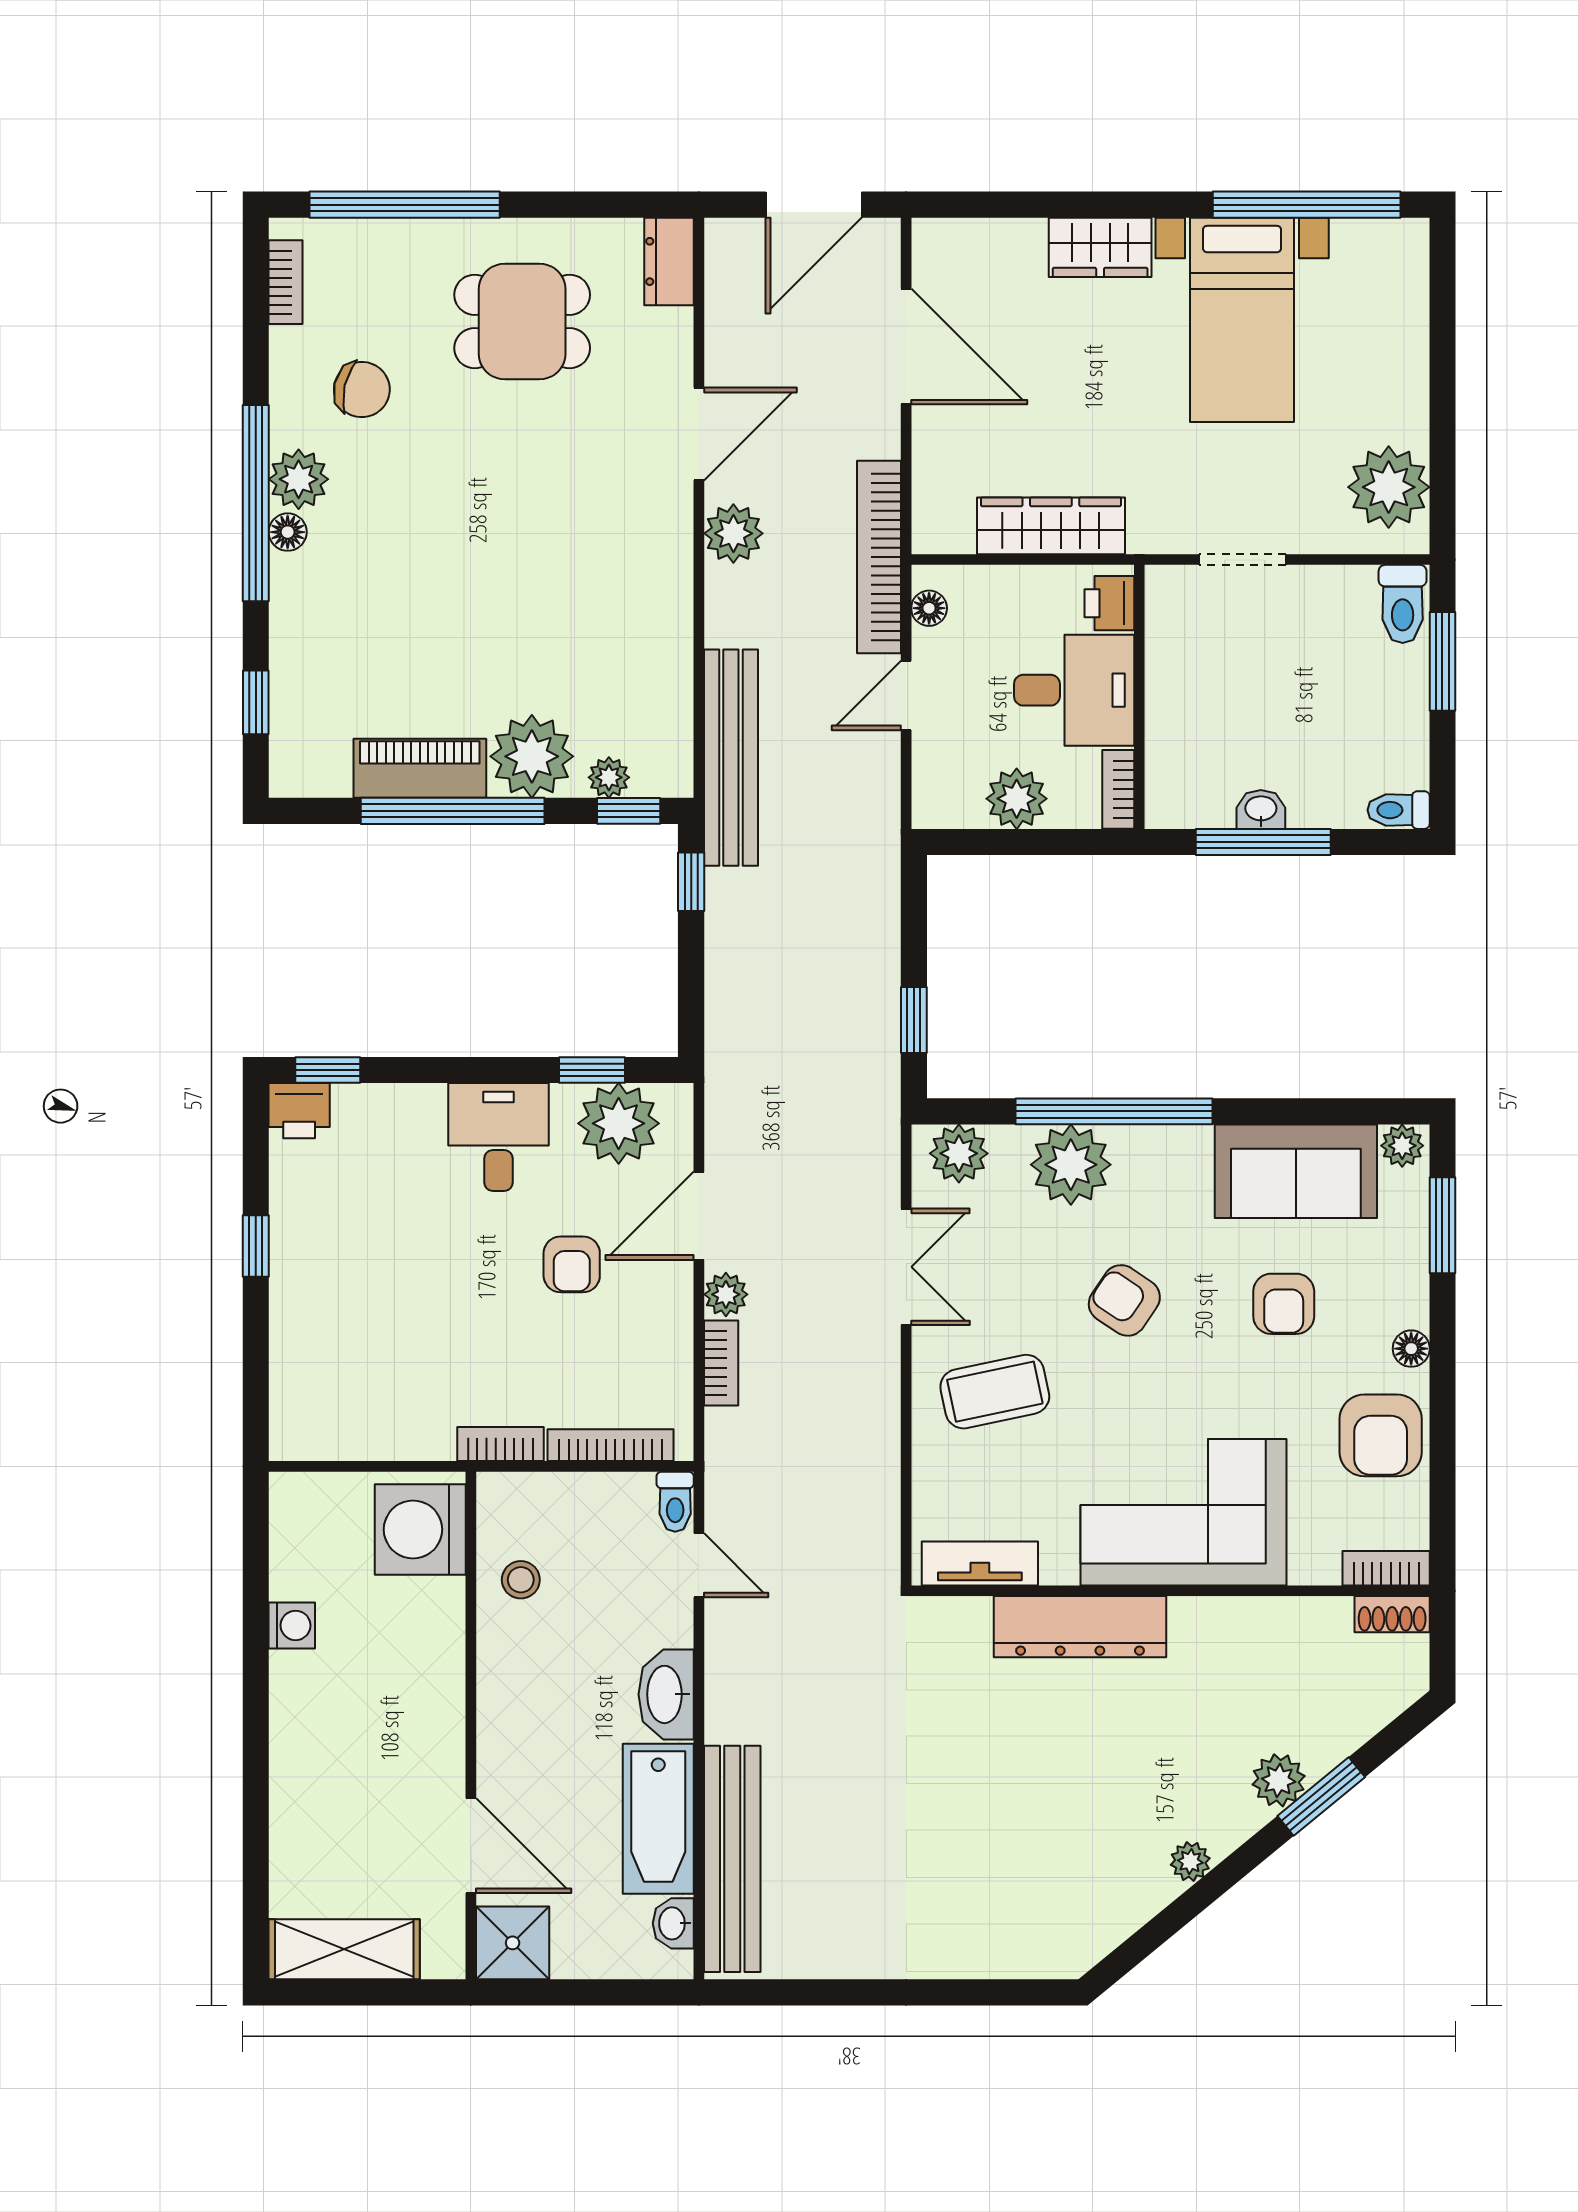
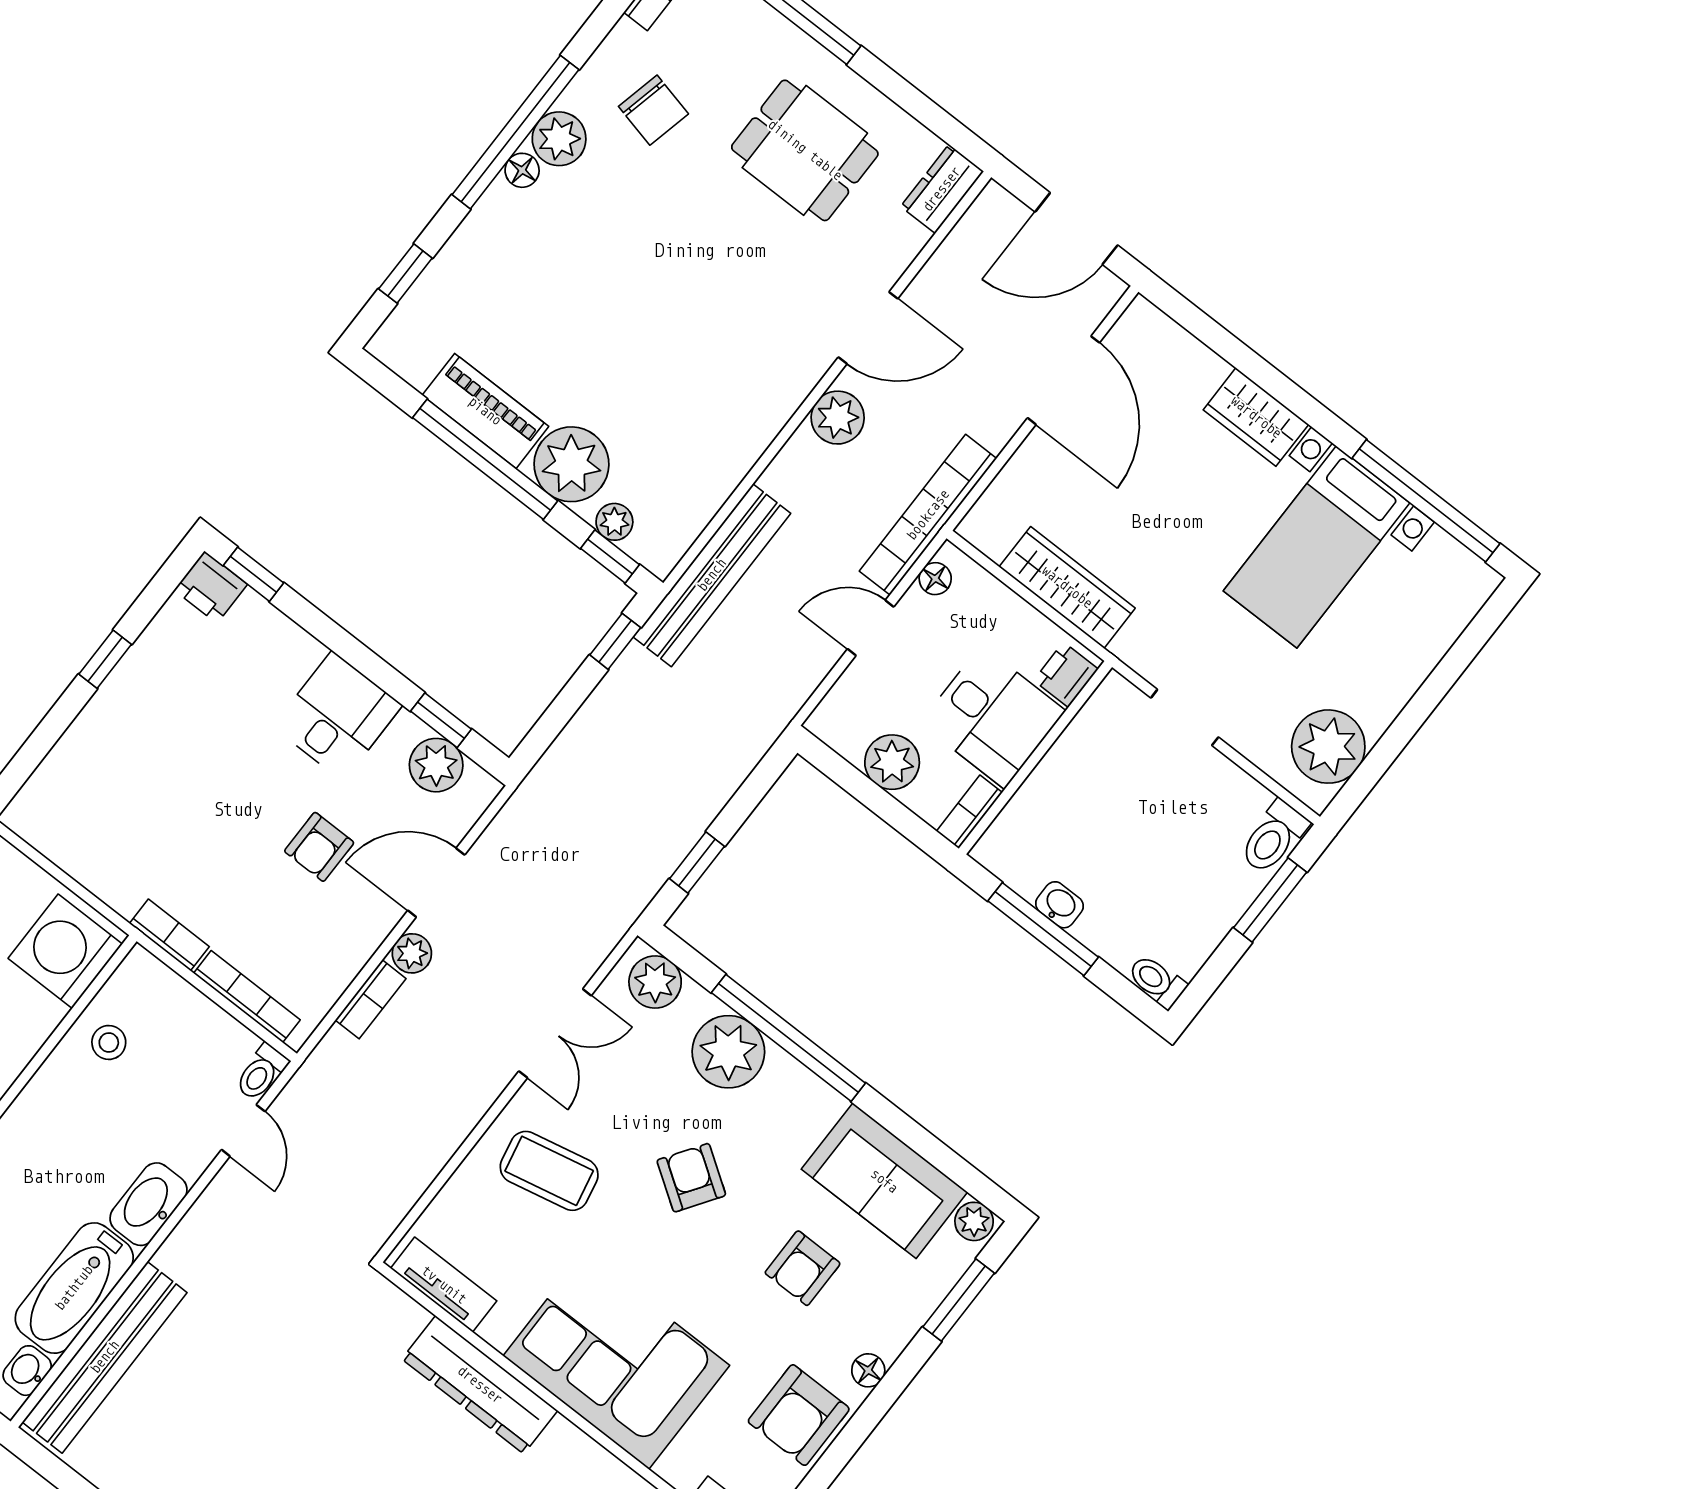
plant: (619, 1123) -> (436, 765), width x0.73, depth x0.73

